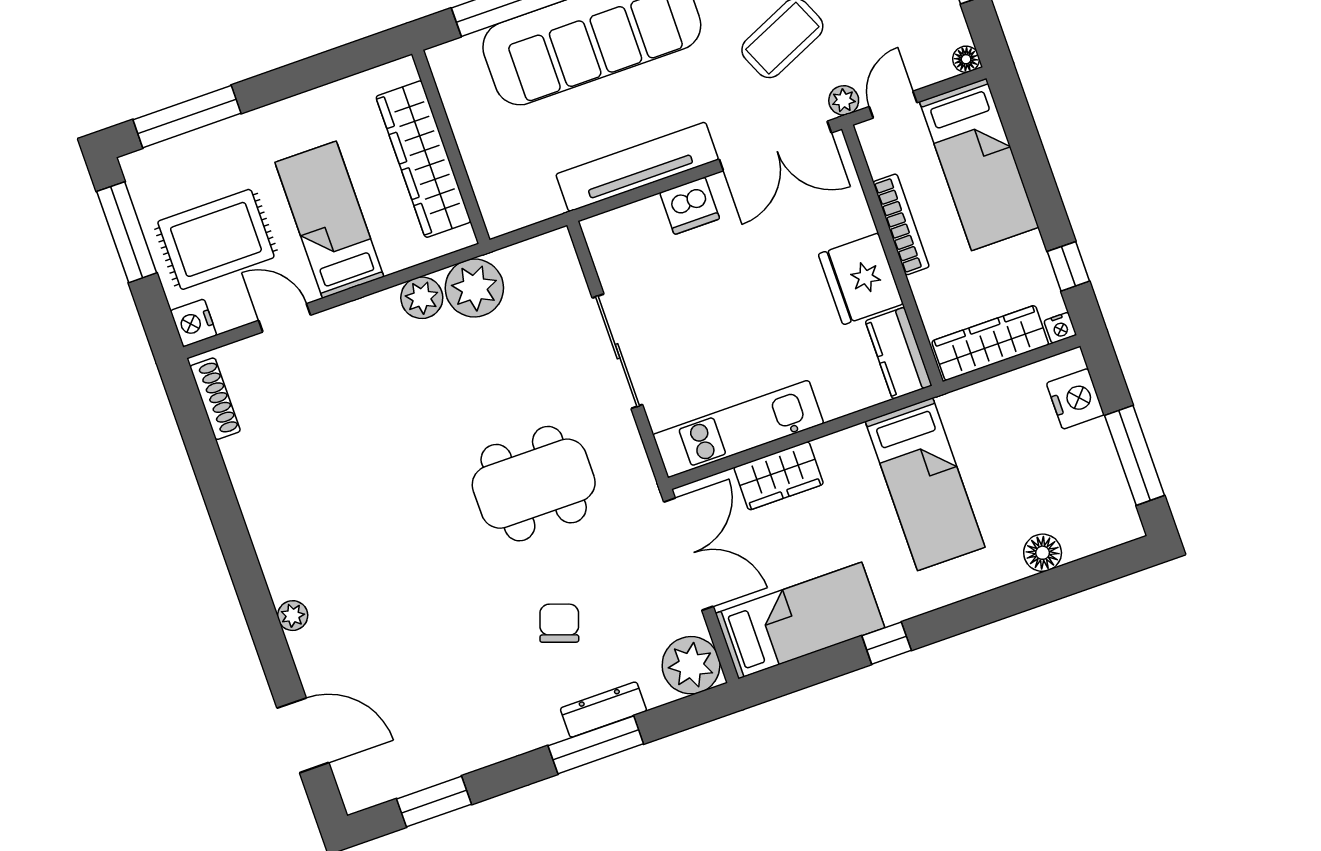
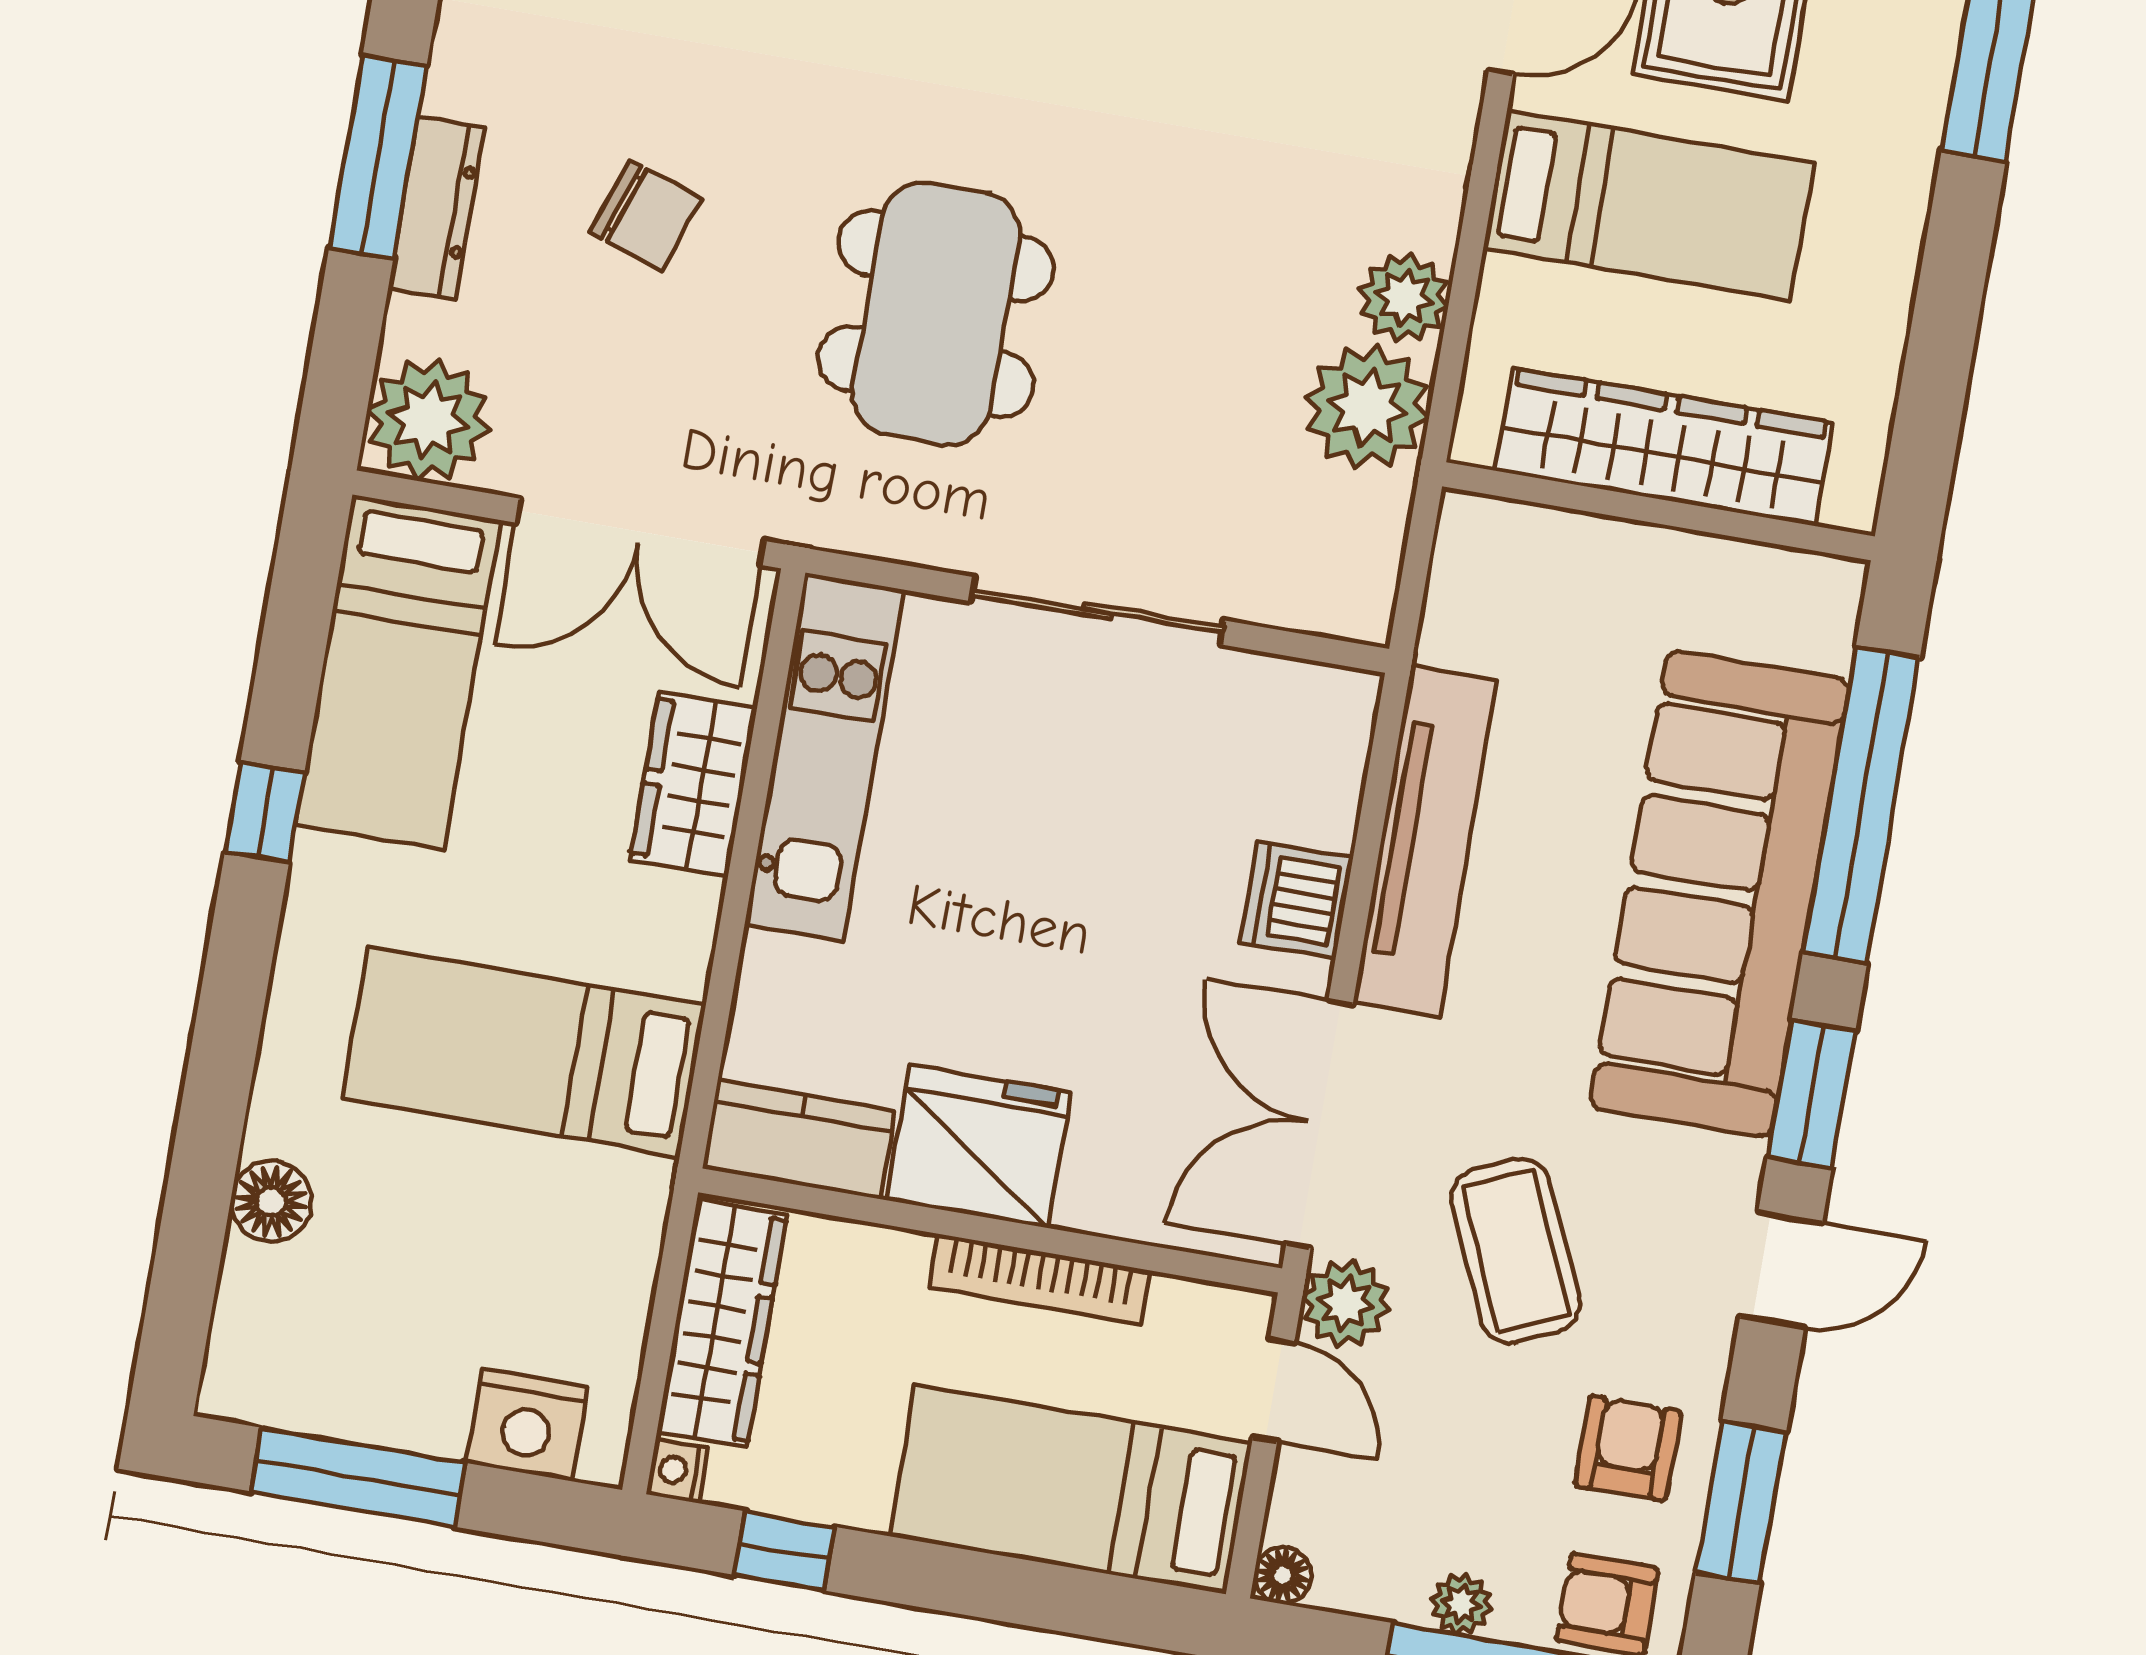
plant: (844, 100) -> (1345, 1303), width x1.38, depth x1.38

